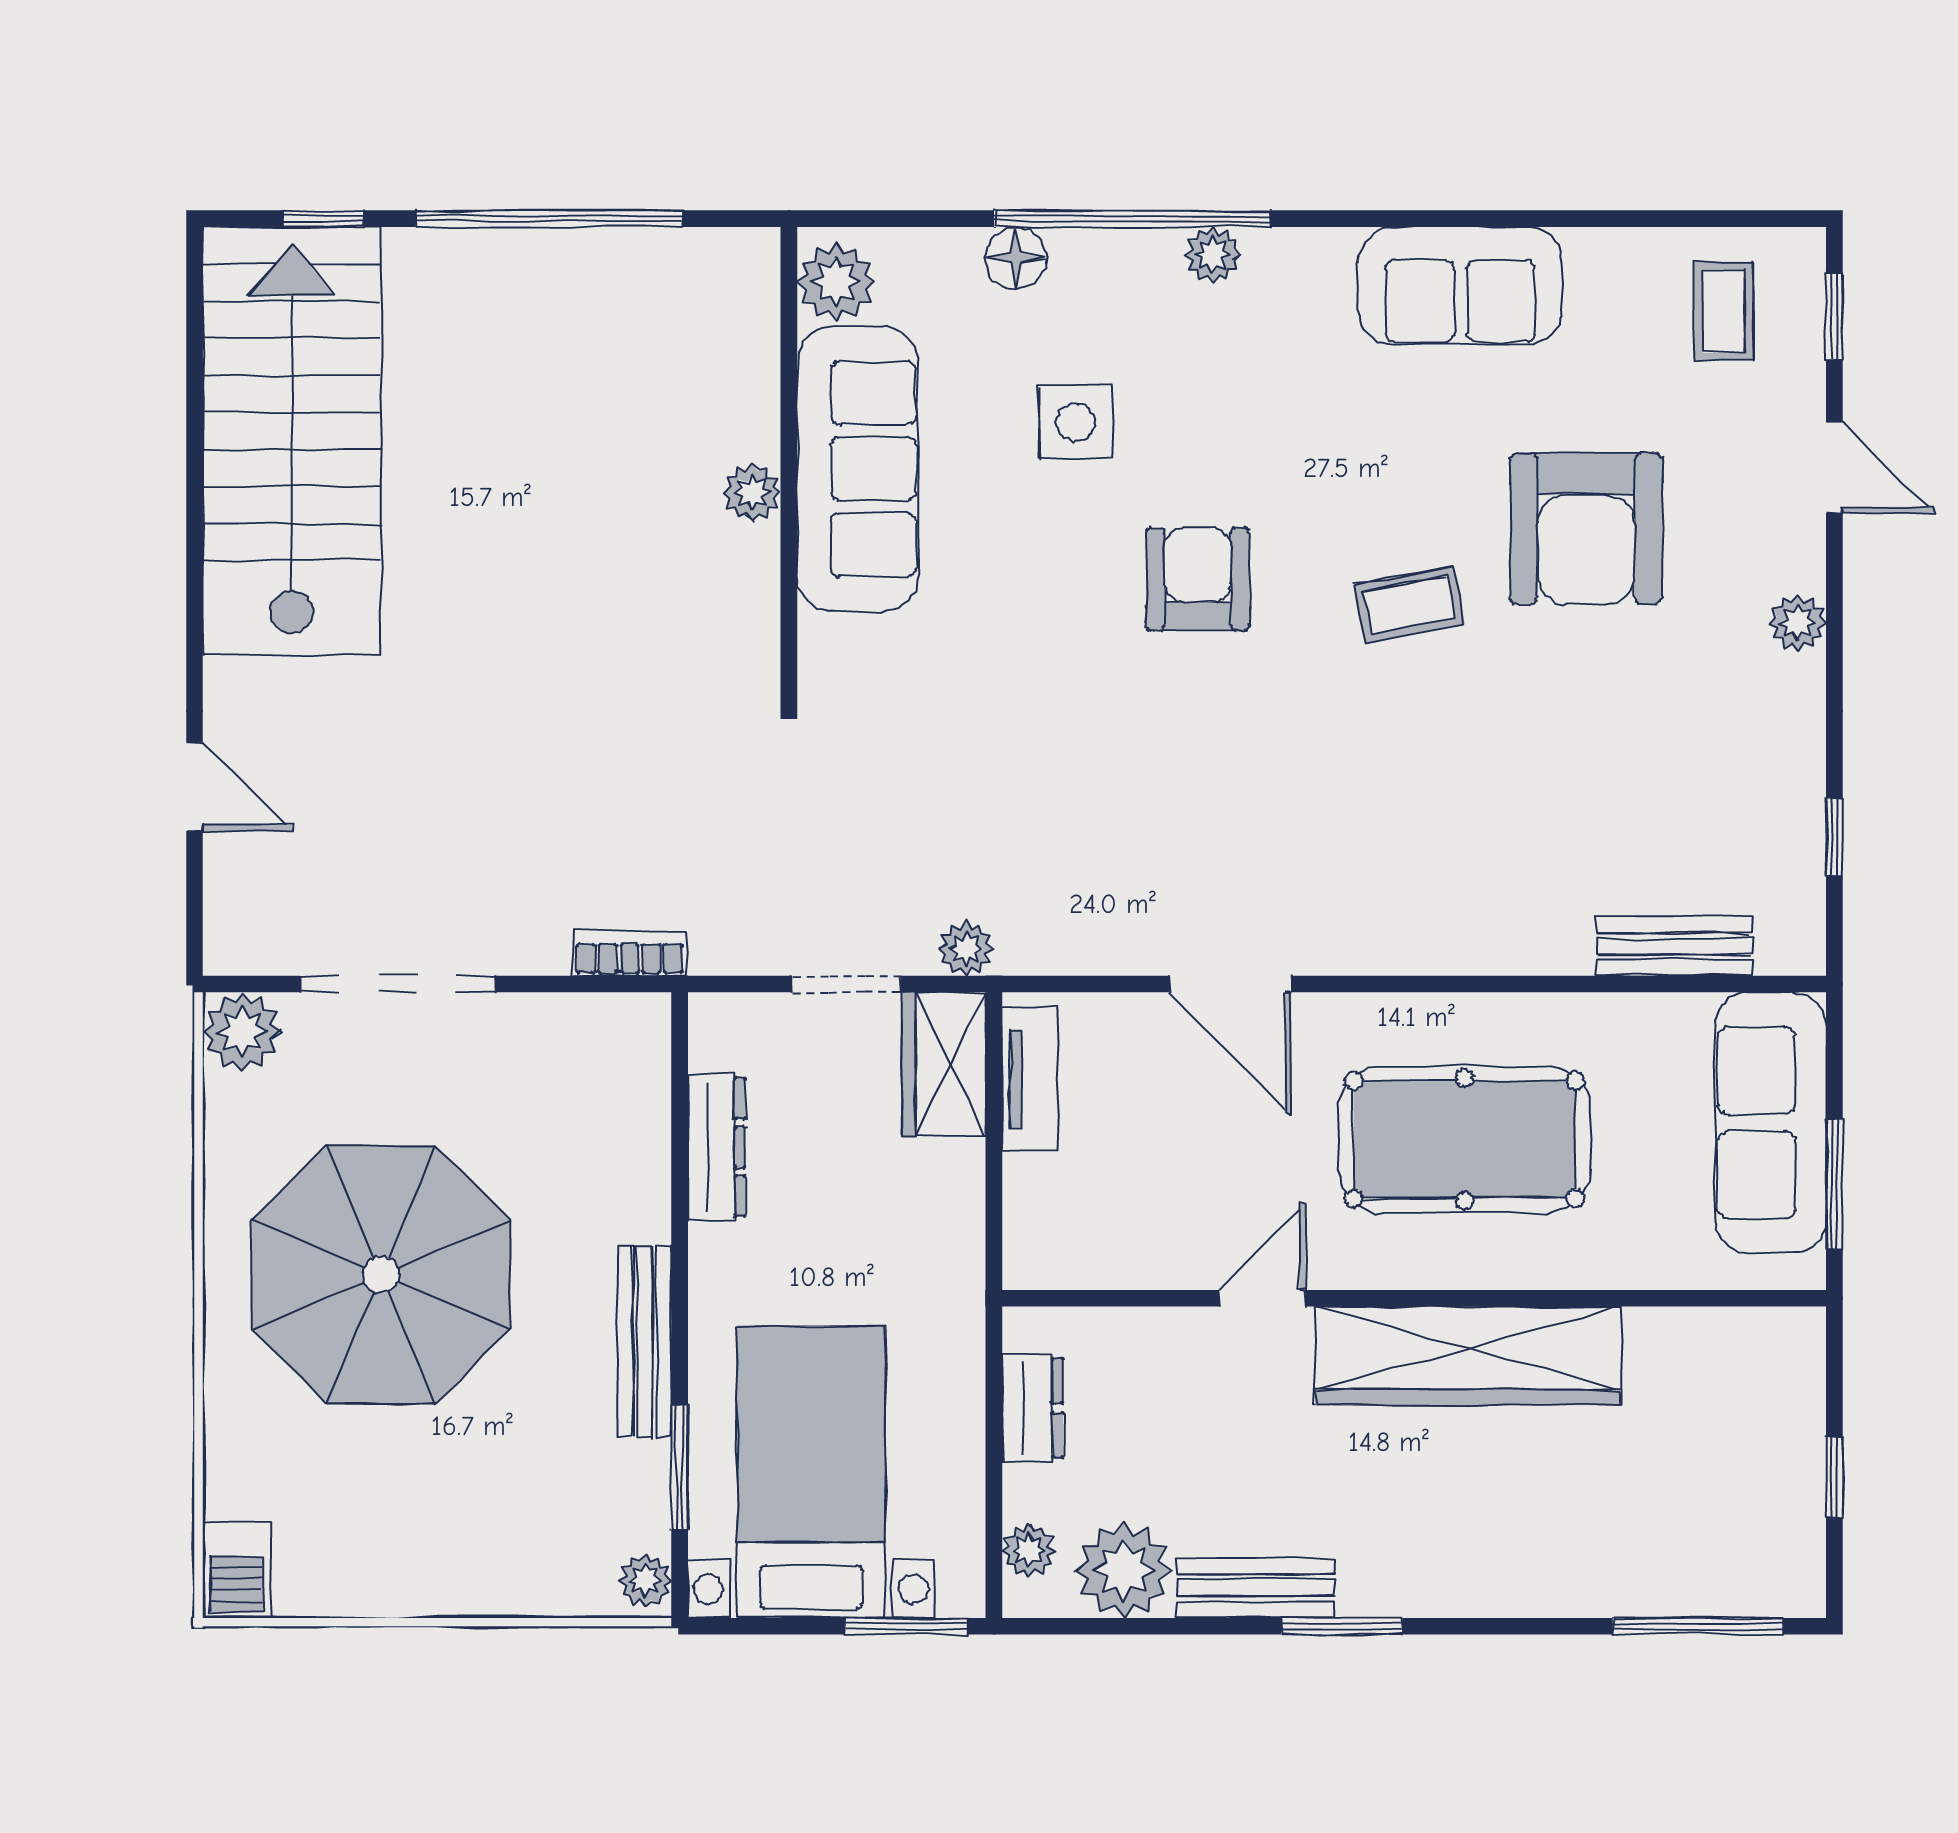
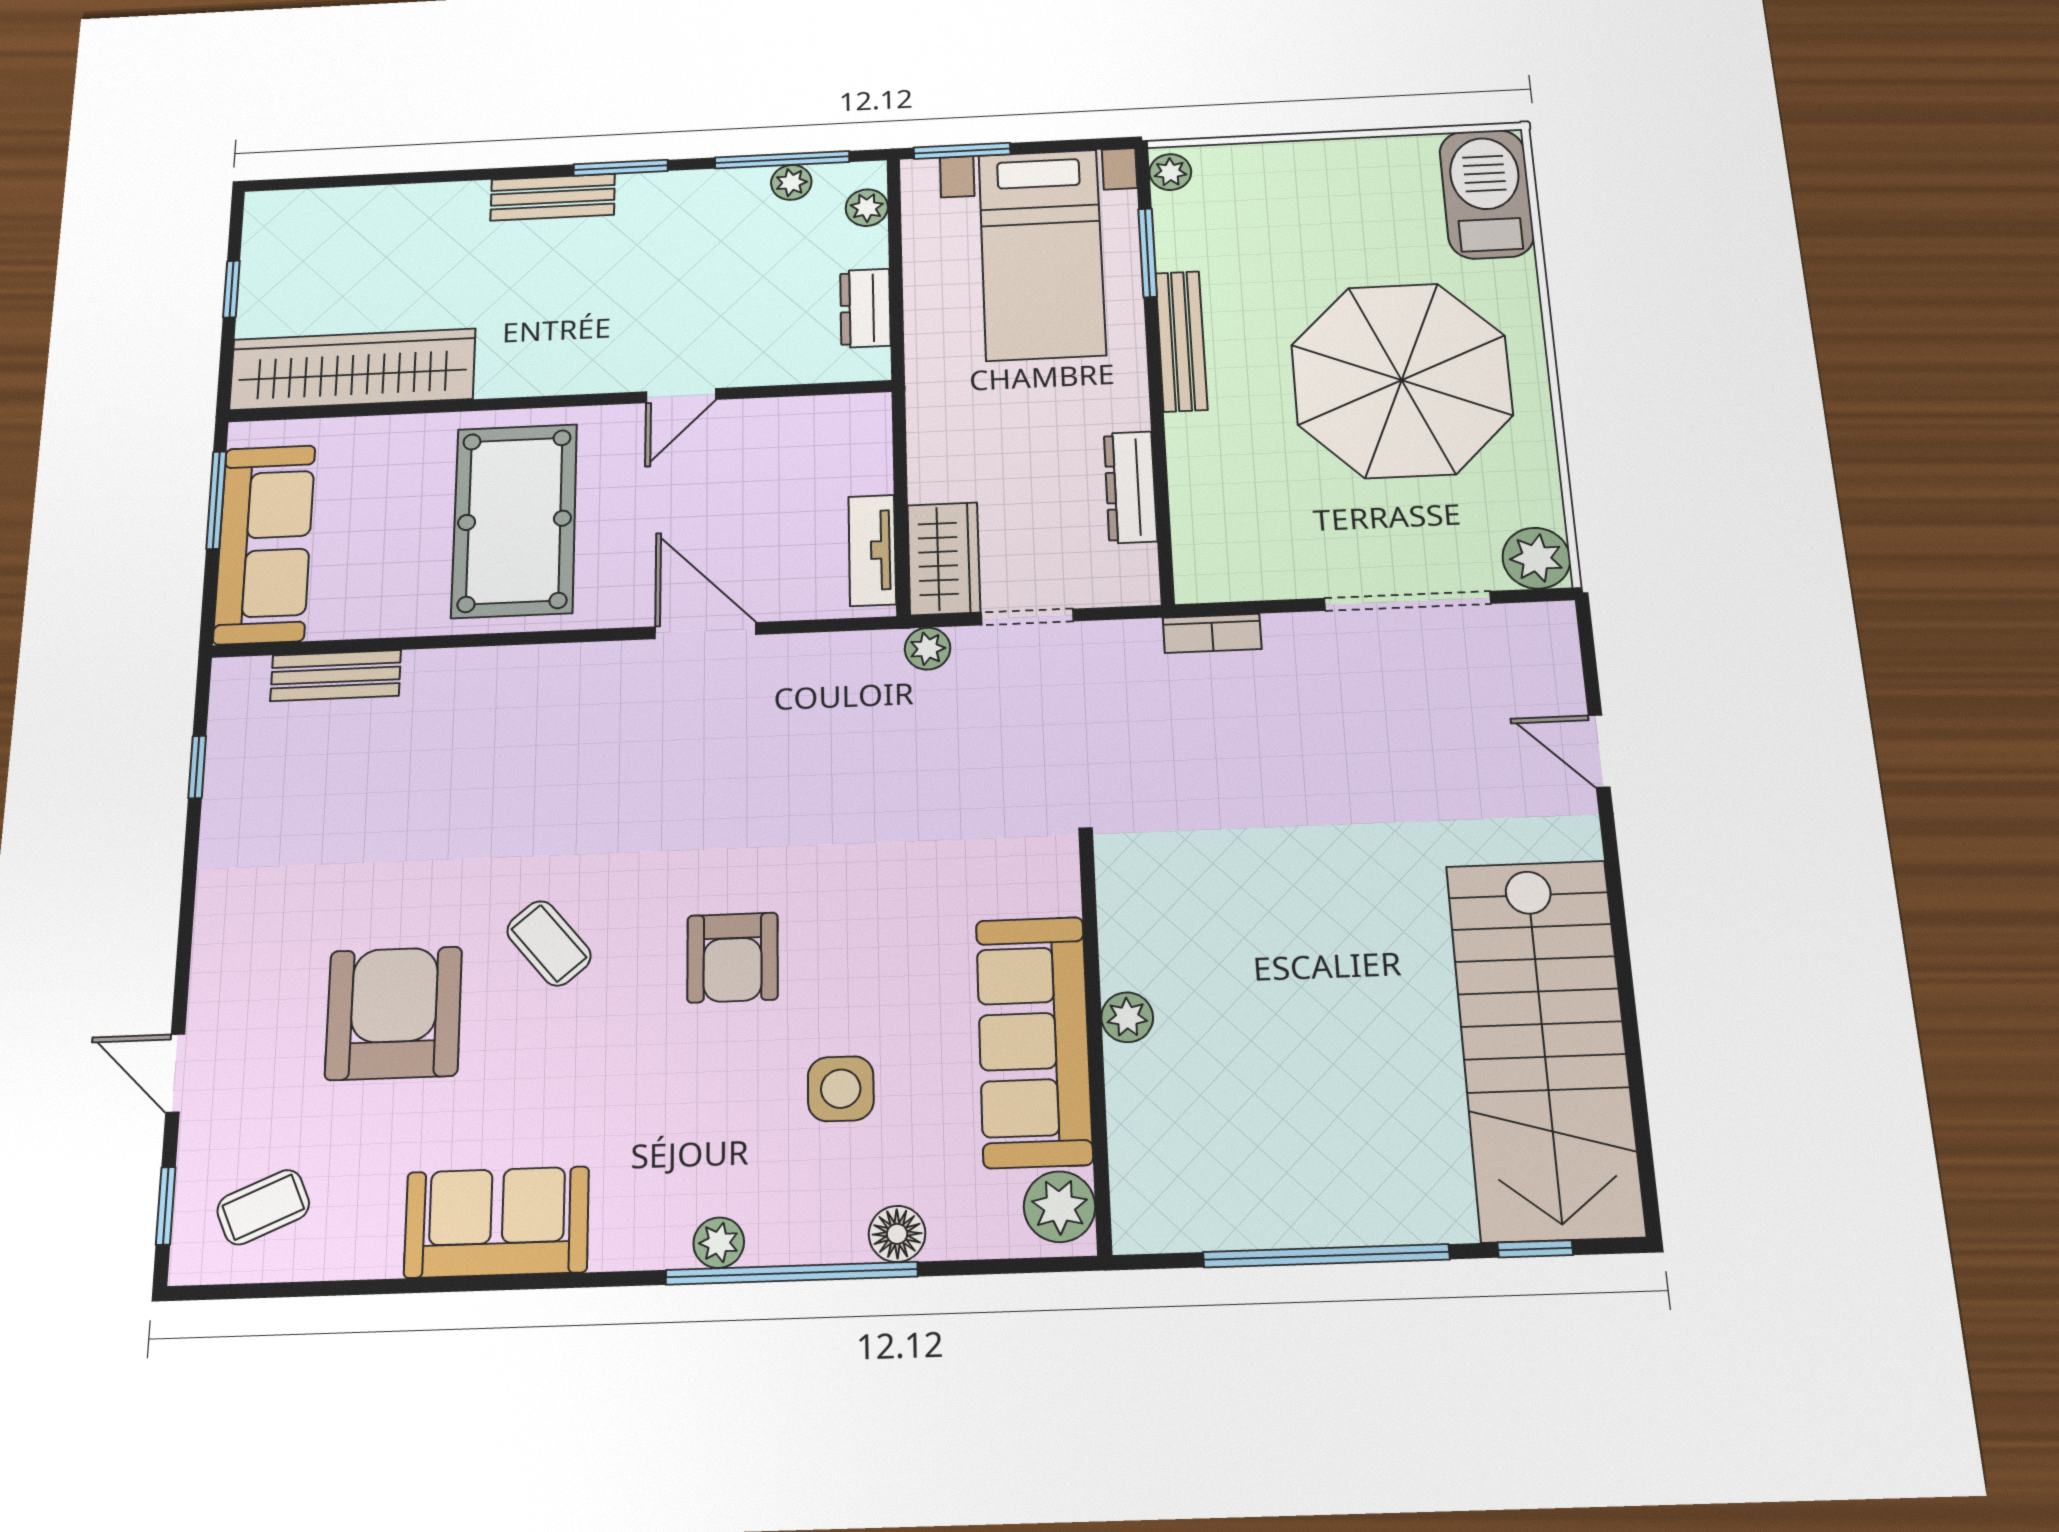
coffee table: (1724, 311) -> (263, 1207), turned 67
coffee table: (1410, 604) -> (549, 943), turned 61
plant: (1798, 622) -> (216, 941), removed
pool table: (1464, 1139) -> (514, 520), turned 90
wardrobe: (1468, 1356) -> (353, 369), moved
barbecue: (237, 1570) -> (1486, 194), width x1.88, depth x1.53
plant: (1124, 1570) -> (791, 182), width x0.53, depth x0.53
bench: (1256, 1588) -> (553, 197), moved
window: (1698, 1626) -> (782, 160), moved

